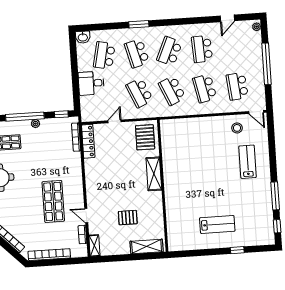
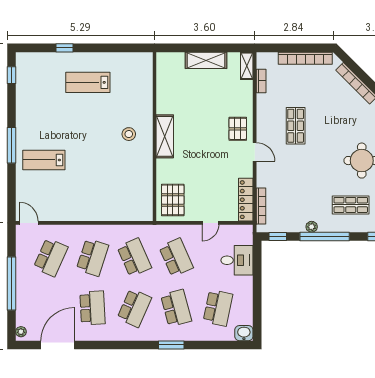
door: (227, 18) -> (58, 345), width x1.87
desk: (91, 83) -> (237, 260), moved
school desk: (237, 86) -> (51, 257), turned 30
school desk: (205, 88) -> (92, 257), turned 30
stool: (237, 128) -> (129, 134), moved
lab bench: (248, 162) -> (44, 160), turned 90
shelving: (154, 174) -> (165, 136), moved
window: (275, 196) -> (12, 145), moved
shop shelf: (53, 201) -> (296, 126), width x0.70, depth x0.74
door: (86, 216) -> (255, 152), moved
pallet: (128, 218) -> (238, 129), moved, turned 90
shelving: (147, 246) -> (206, 60), moved

